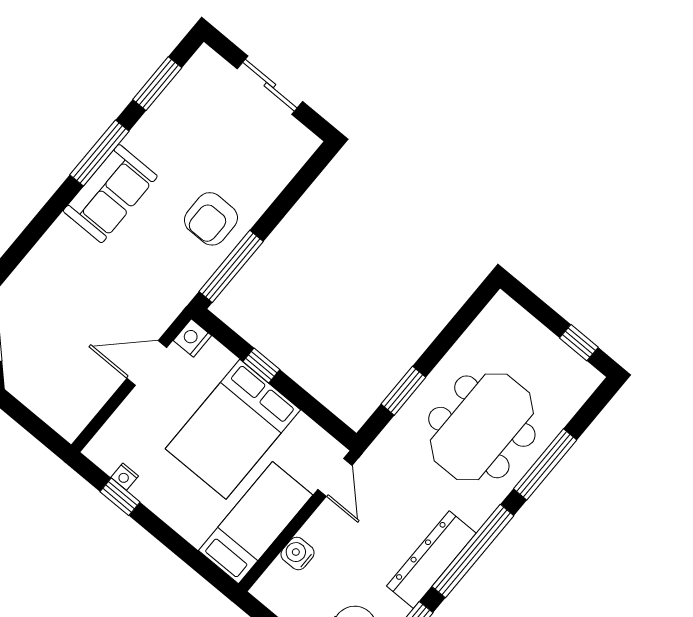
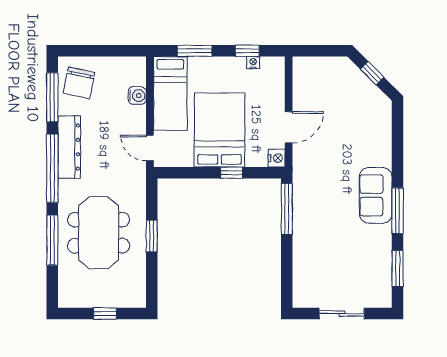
armchair: (211, 219) -> (316, 224), removed
window: (579, 343) -> (105, 314), moved
window: (403, 391) -> (152, 236), moved
window: (183, 550) -> (195, 51), added

